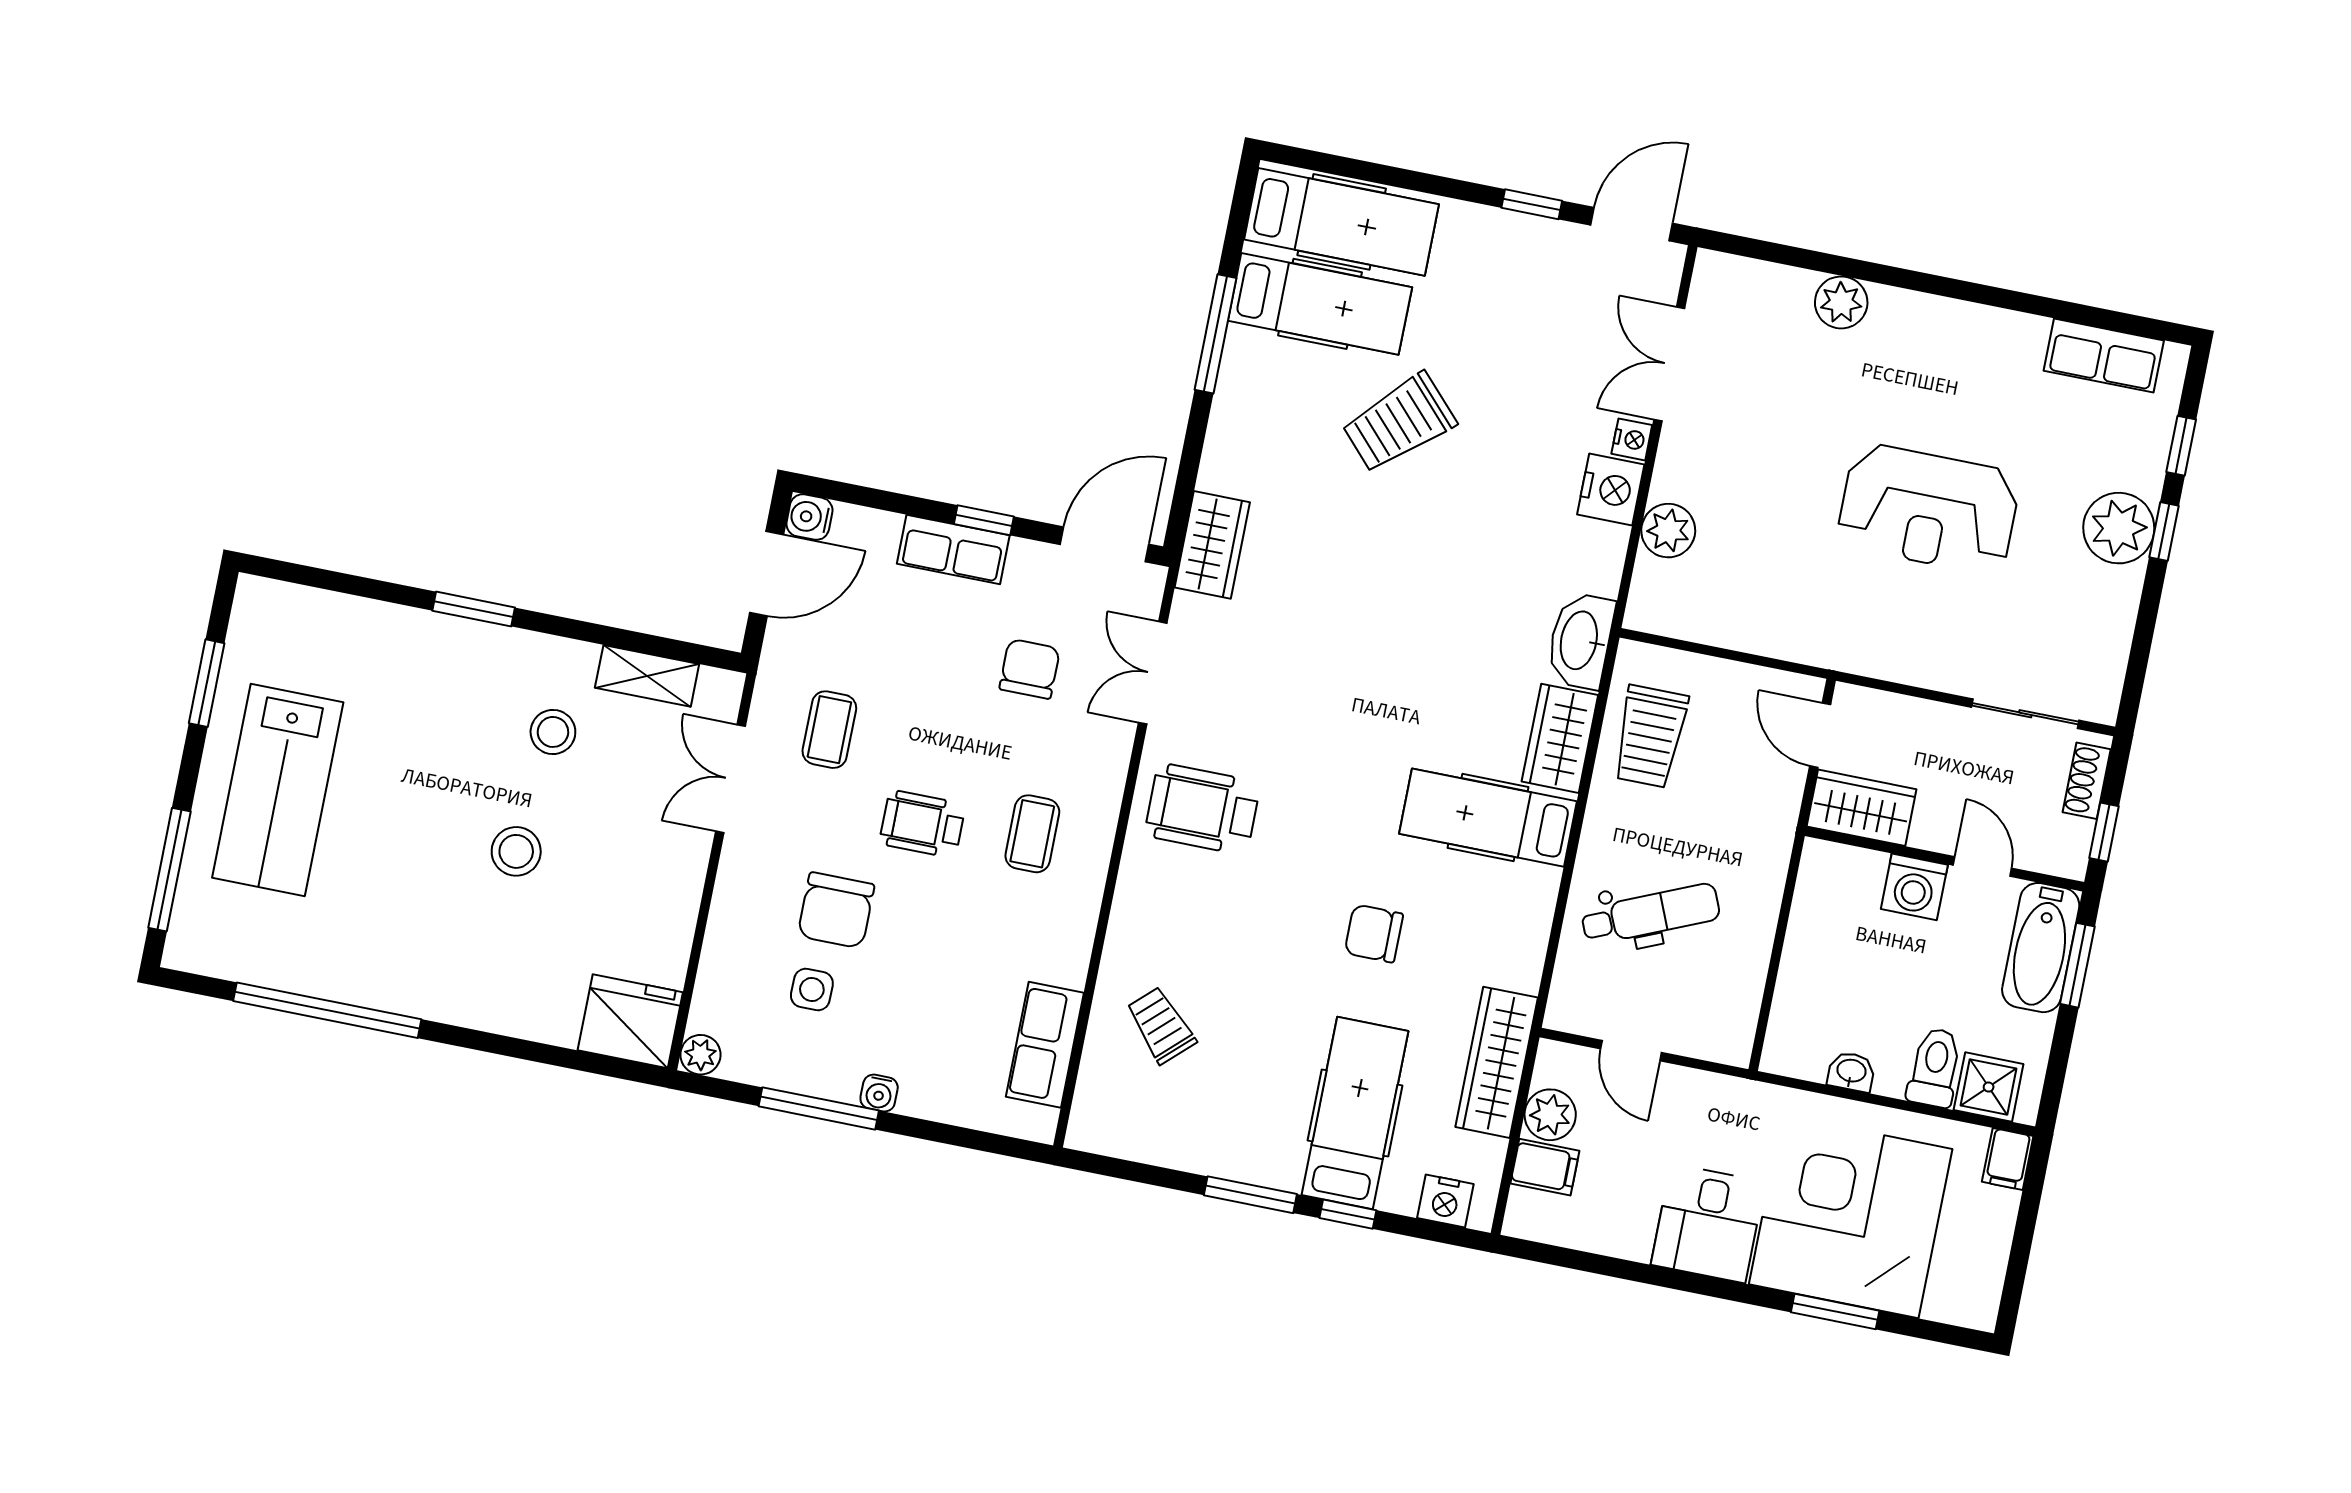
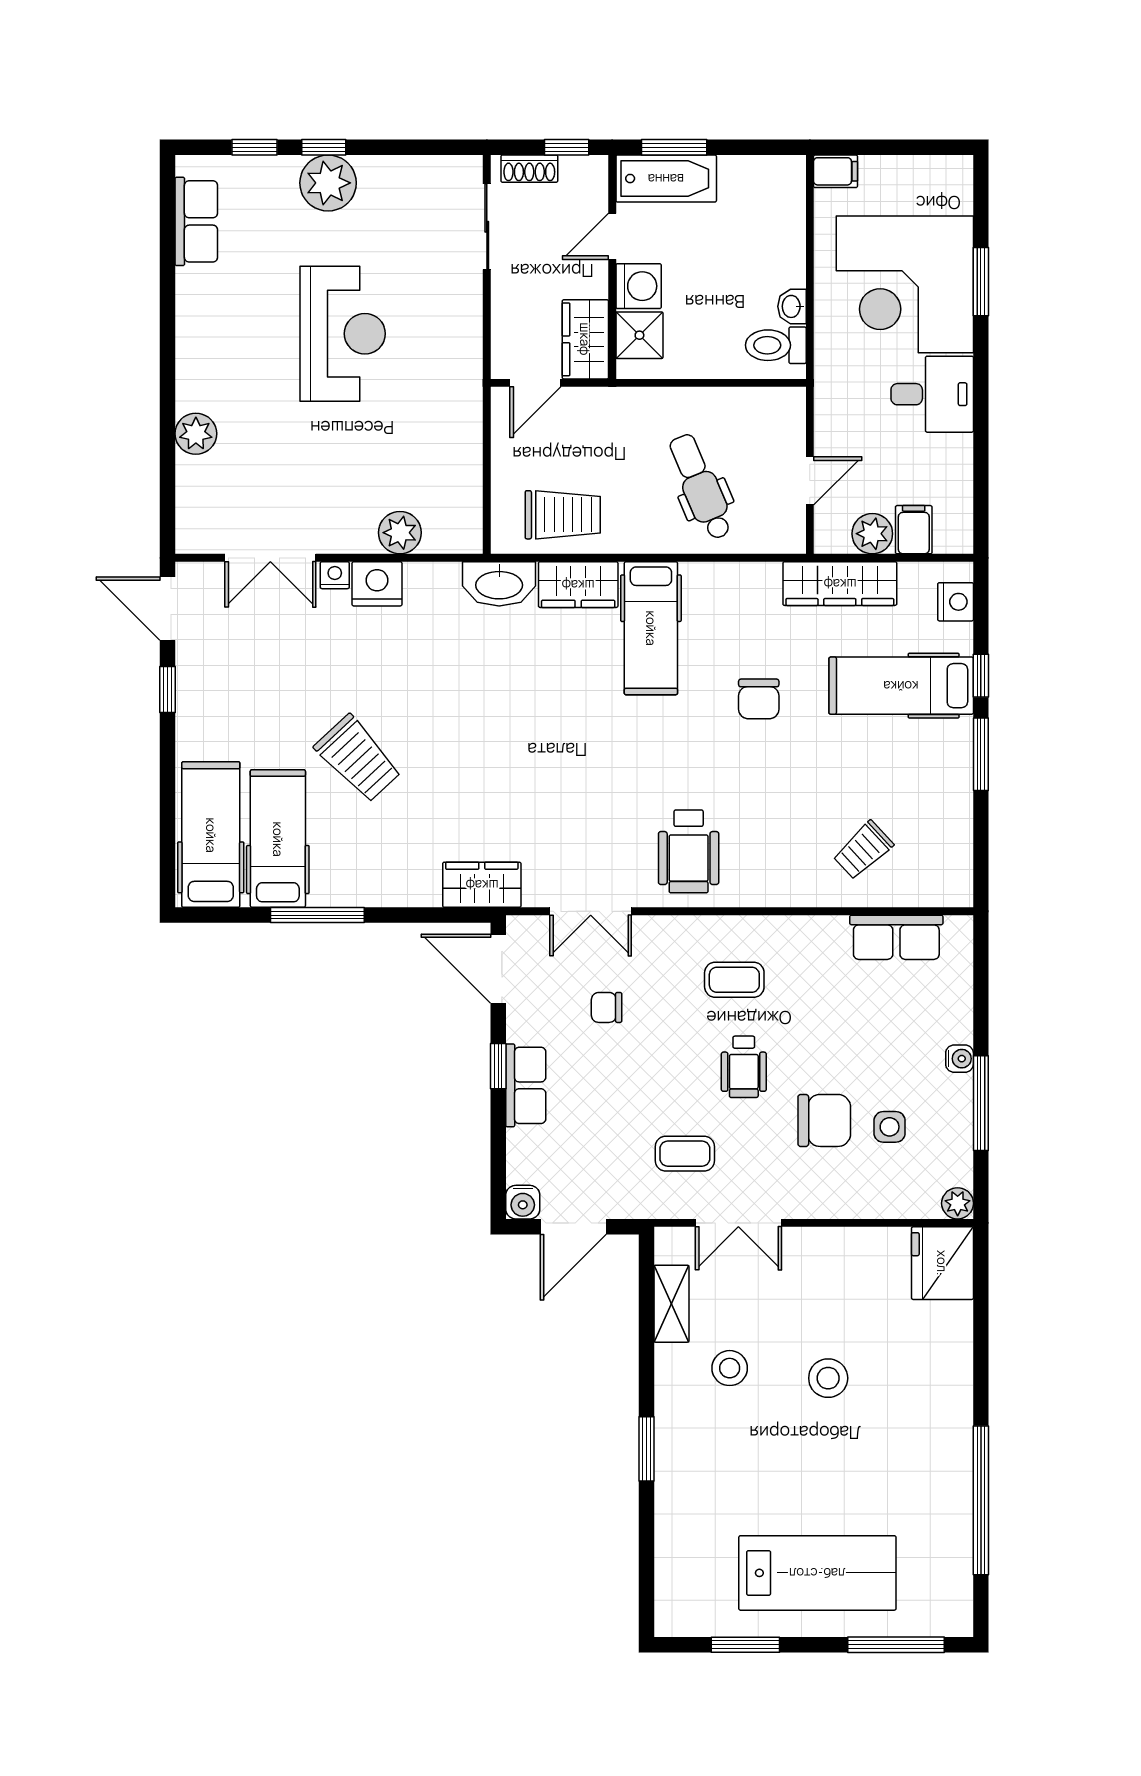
door: (767, 573) -> (573, 1227), swing flipped
chair: (1030, 669) -> (607, 1007), width x0.73, depth x0.73
toilet: (1935, 1067) -> (776, 345), moved
shower: (1989, 1087) -> (639, 335), moved

